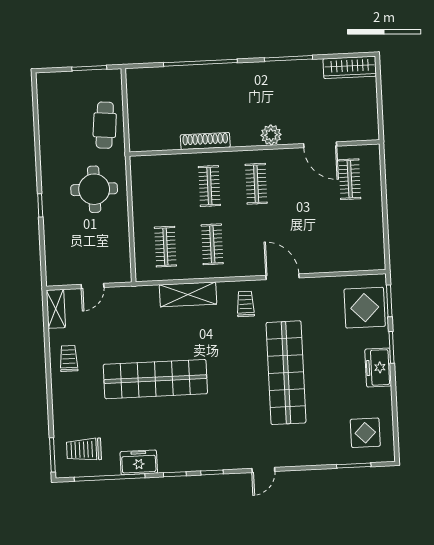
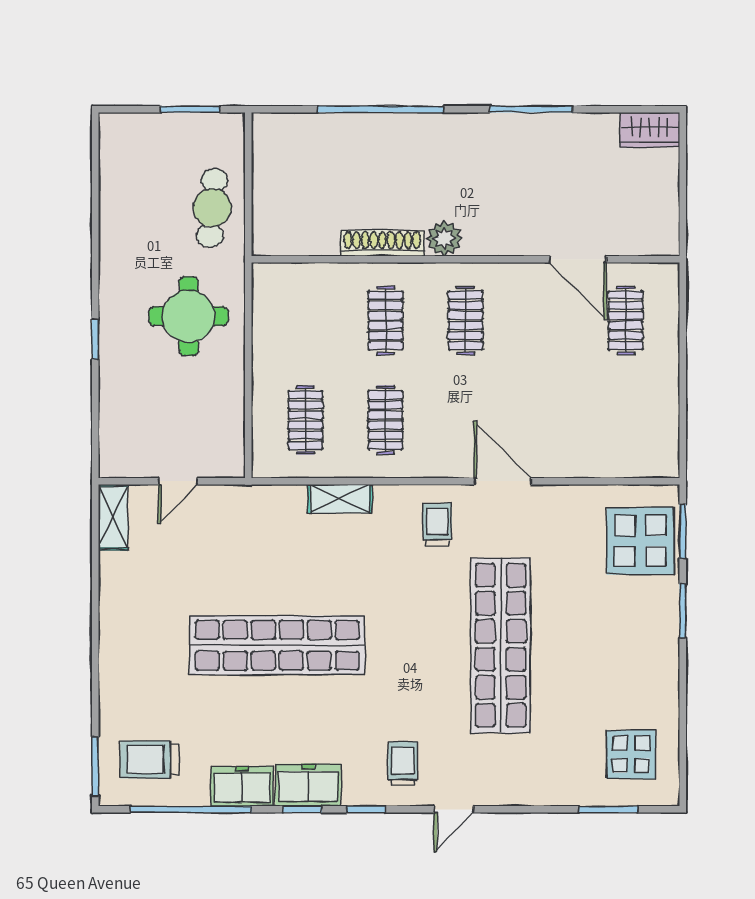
wardrobe: (350, 67) -> (650, 130), width x0.67
plant: (271, 135) -> (444, 238), moved
shelving: (188, 294) -> (340, 499), width x0.67, depth x0.75
trolley: (69, 358) -> (403, 764), moved
freezer: (378, 368) -> (308, 785), moved, turned 90

